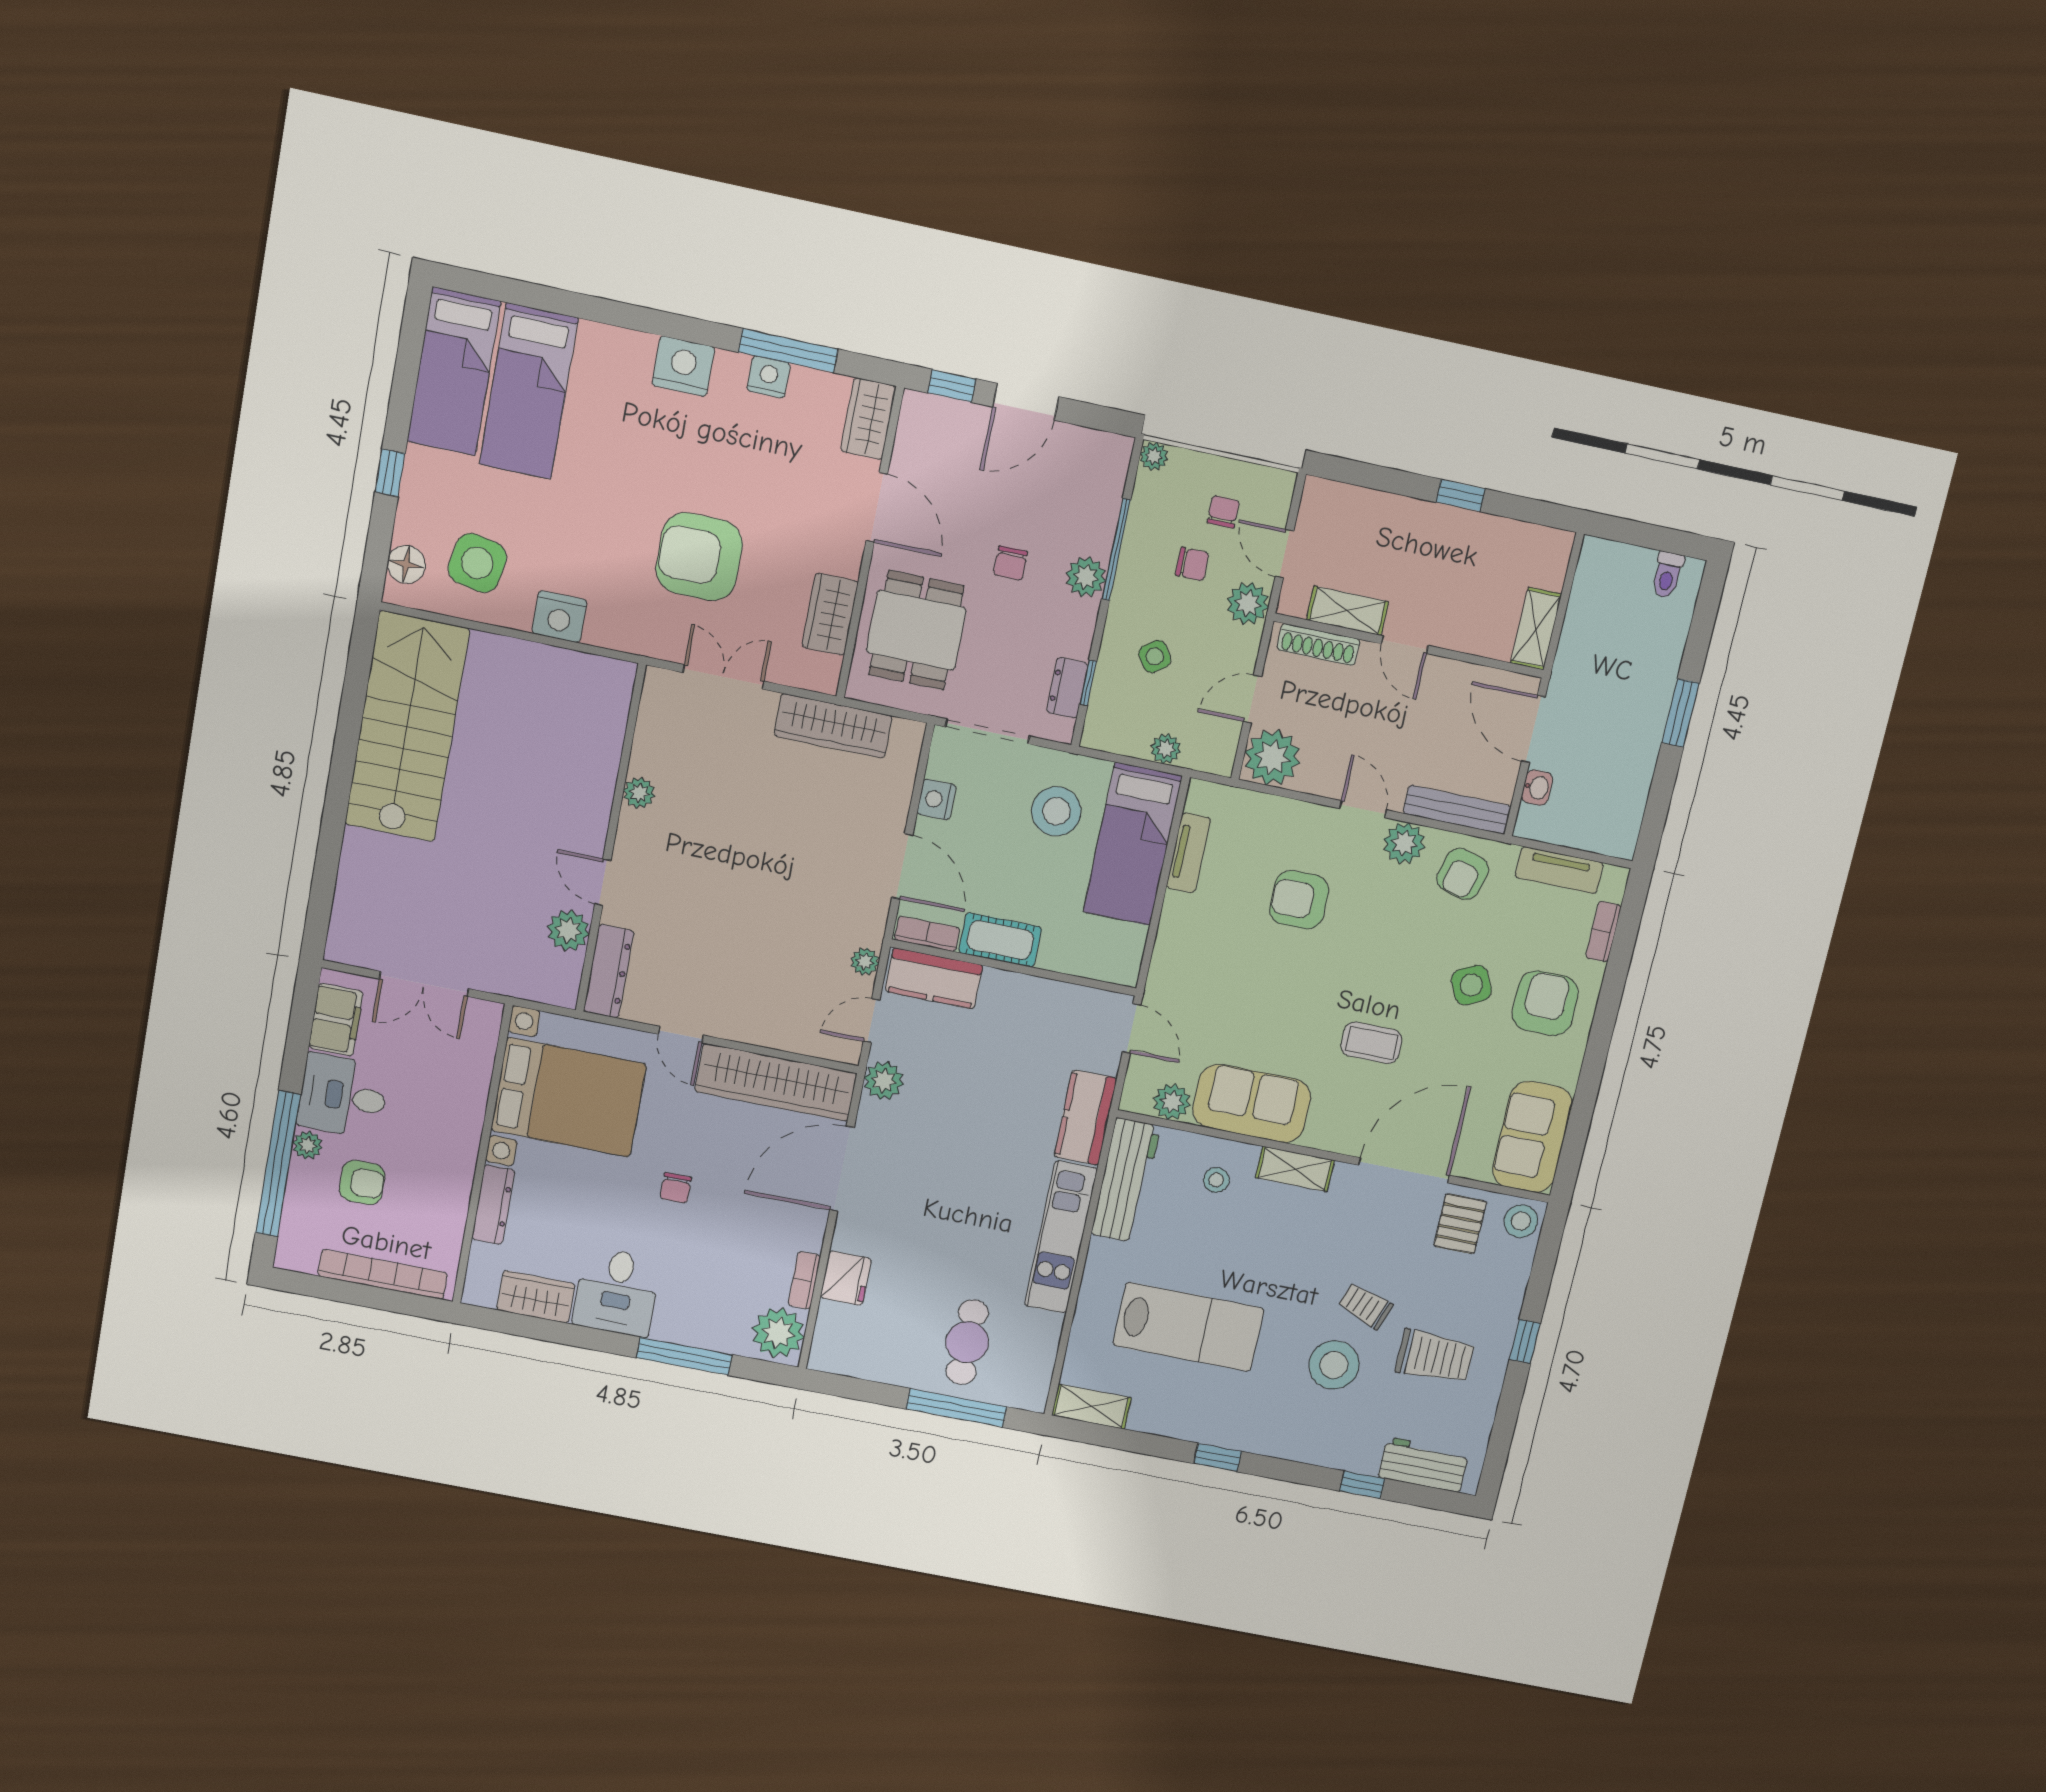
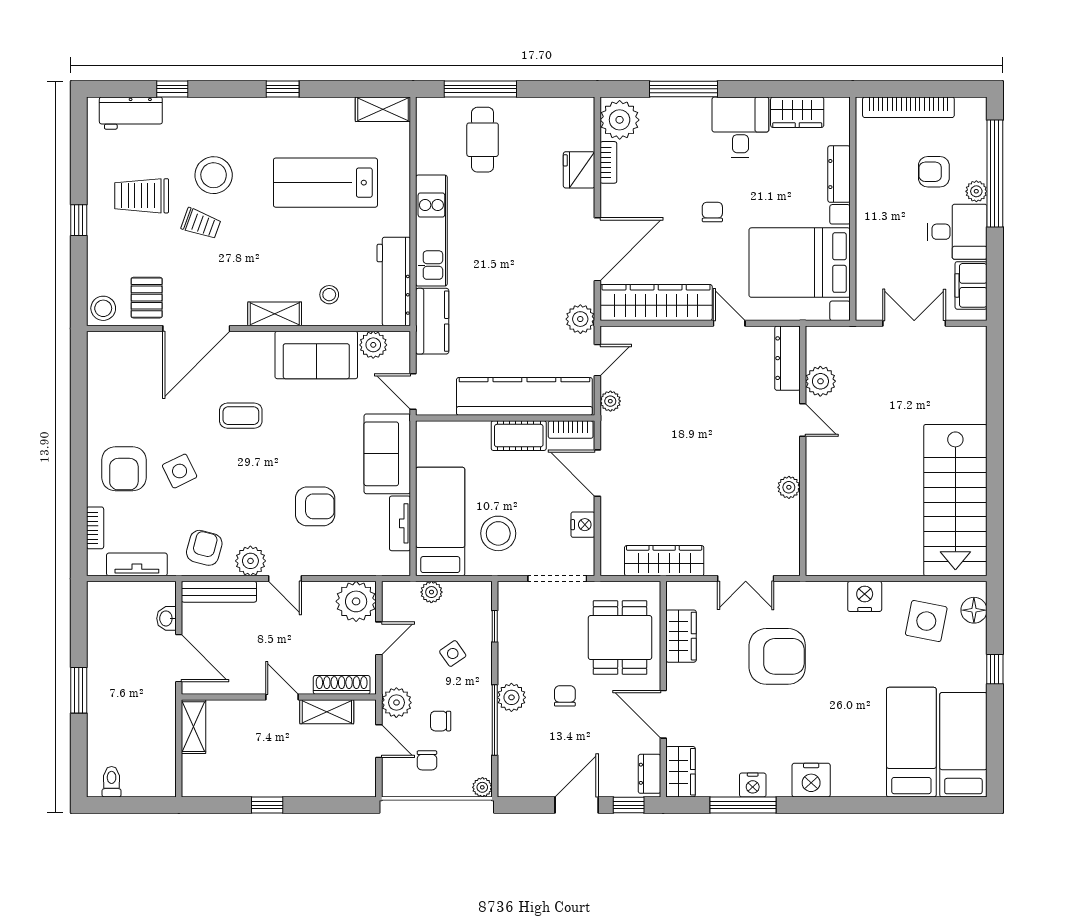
dresser: (1067, 688) -> (649, 774), moved, turned 180
kitchen counter: (934, 978) -> (524, 396), width x2.08, depth x1.17
sofa: (1532, 1137) -> (387, 454), moved, turned 180

